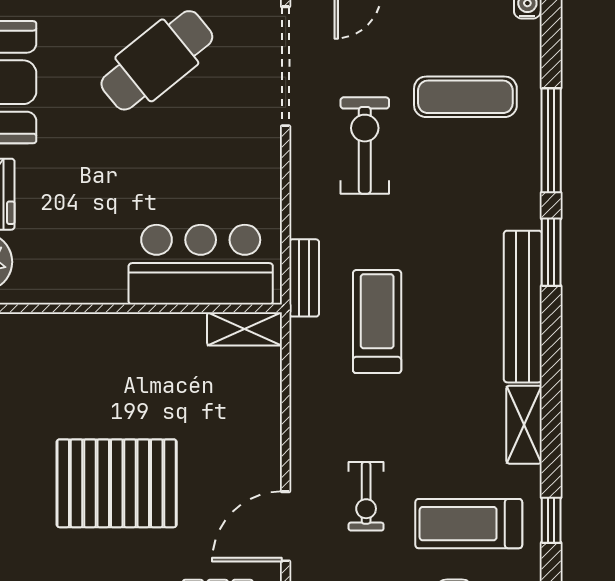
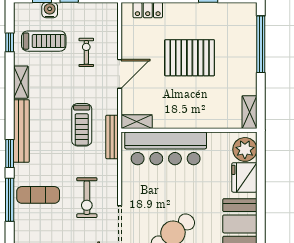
exercise mat: (465, 97) -> (38, 195), moved
bar counter: (201, 265) -> (166, 148), width x1.36
bench: (304, 278) -> (112, 137), width x1.36
door: (286, 526) -> (120, 74), moved

